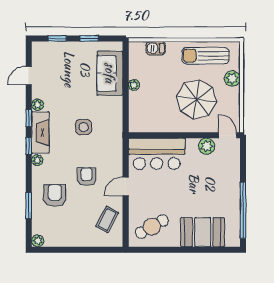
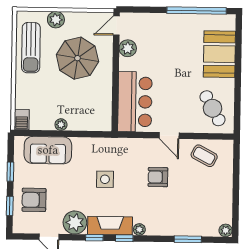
barbecue: (156, 48) -> (22, 120), moved
plant: (38, 105) -> (75, 223), width x1.87, depth x1.87
armchair: (55, 195) -> (34, 200), moved

